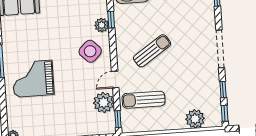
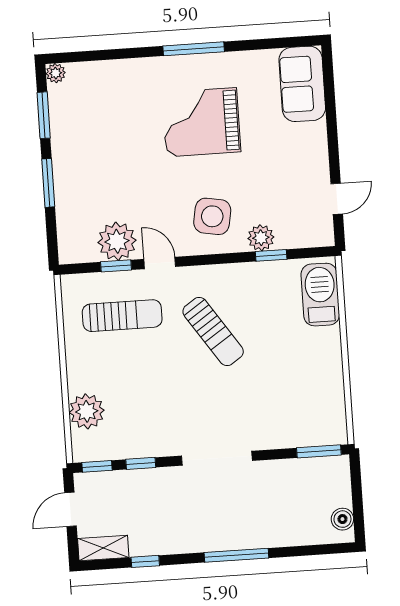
side table: (90, 51) -> (212, 216), turned -35
grand piano: (33, 79) -> (201, 122), moved, turned -90
sun lounger: (144, 100) -> (122, 316), turned 90
window: (118, 119) -> (116, 266), moved

